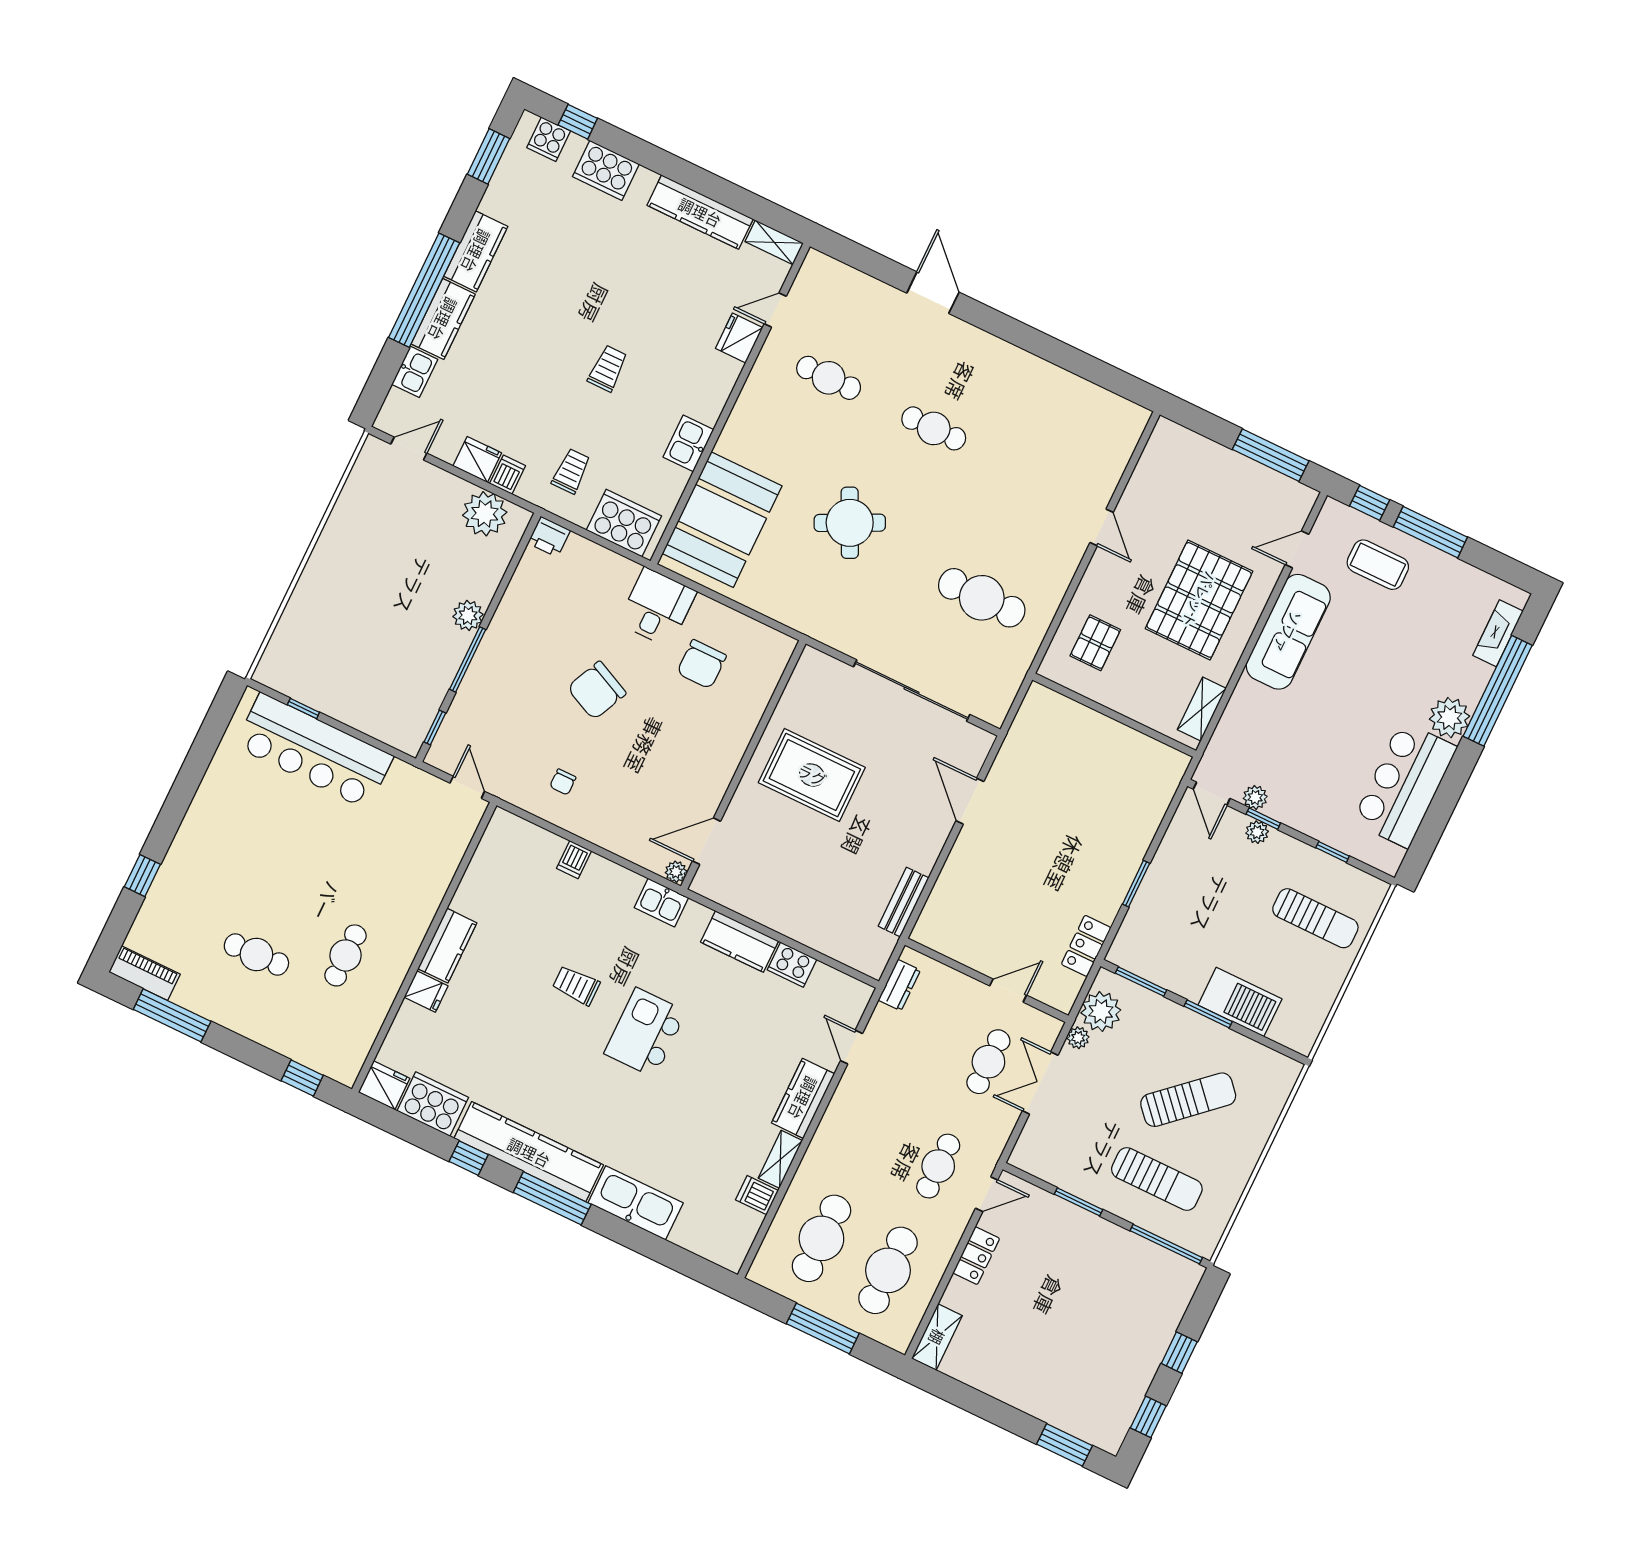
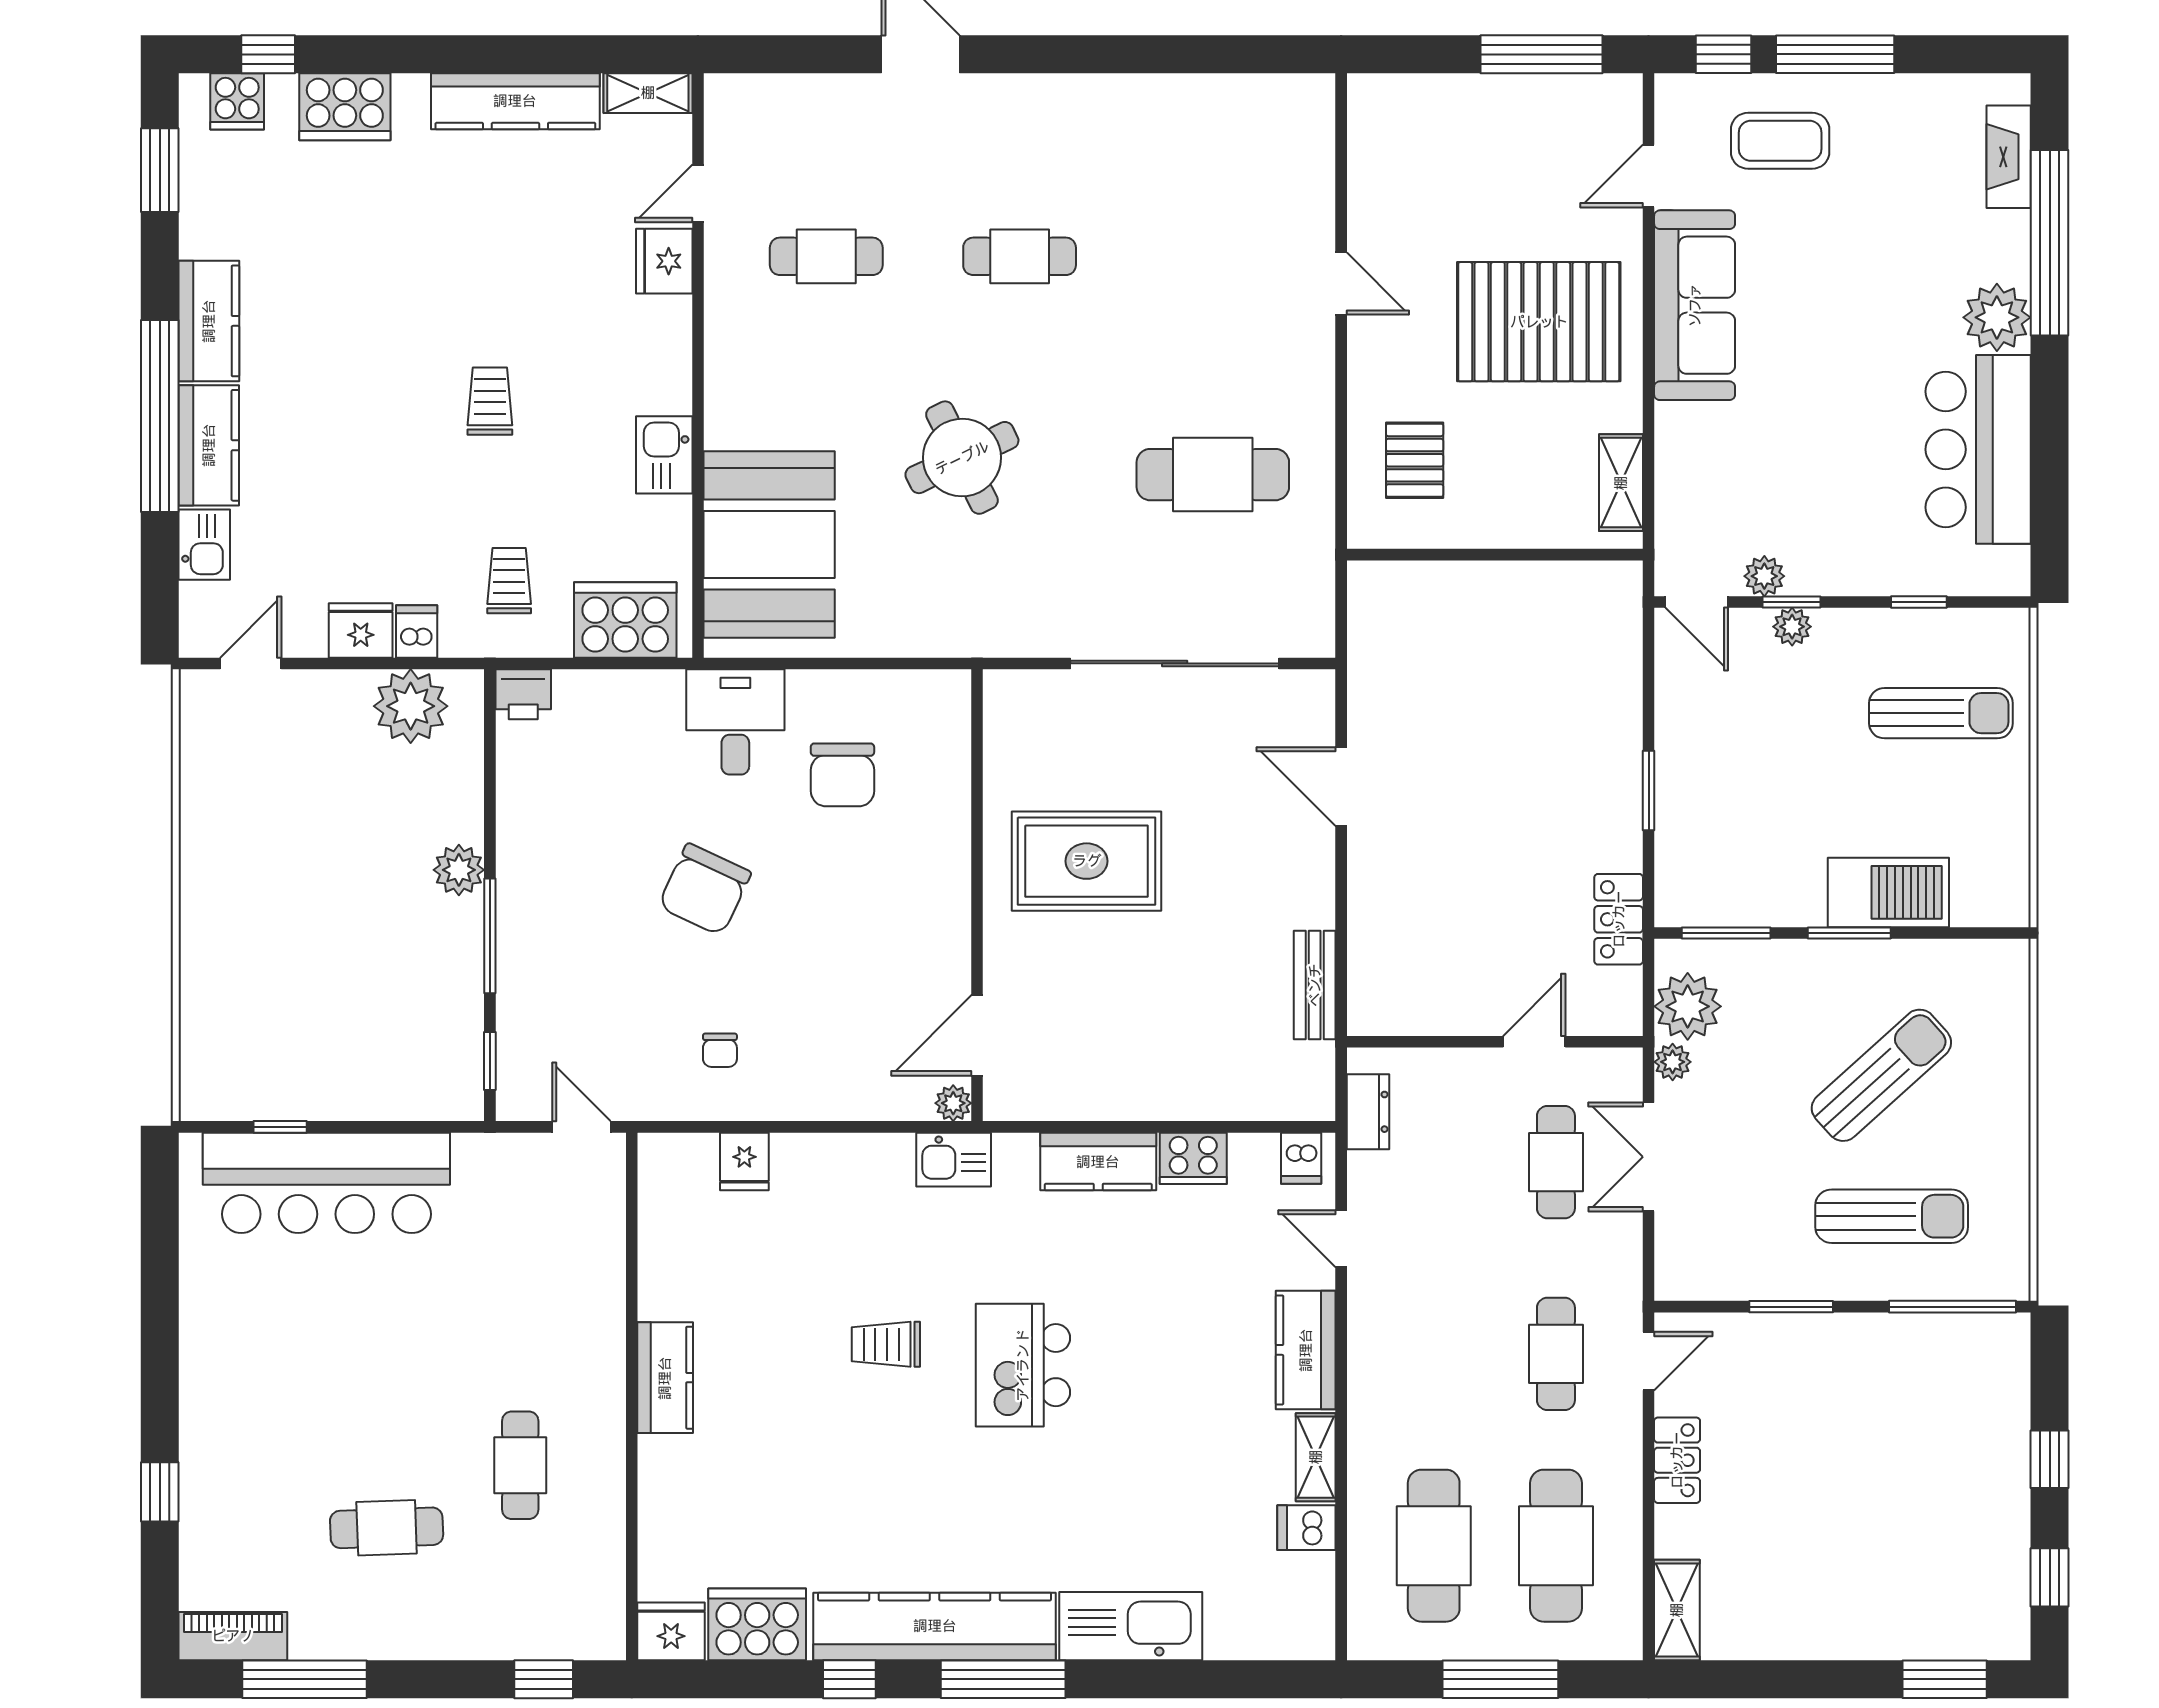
pallet: (1199, 600) -> (1539, 322), turned 90
dishwasher: (574, 860) -> (1301, 1158), moved
fridge: (426, 992) -> (744, 1161), moved, turned 90

